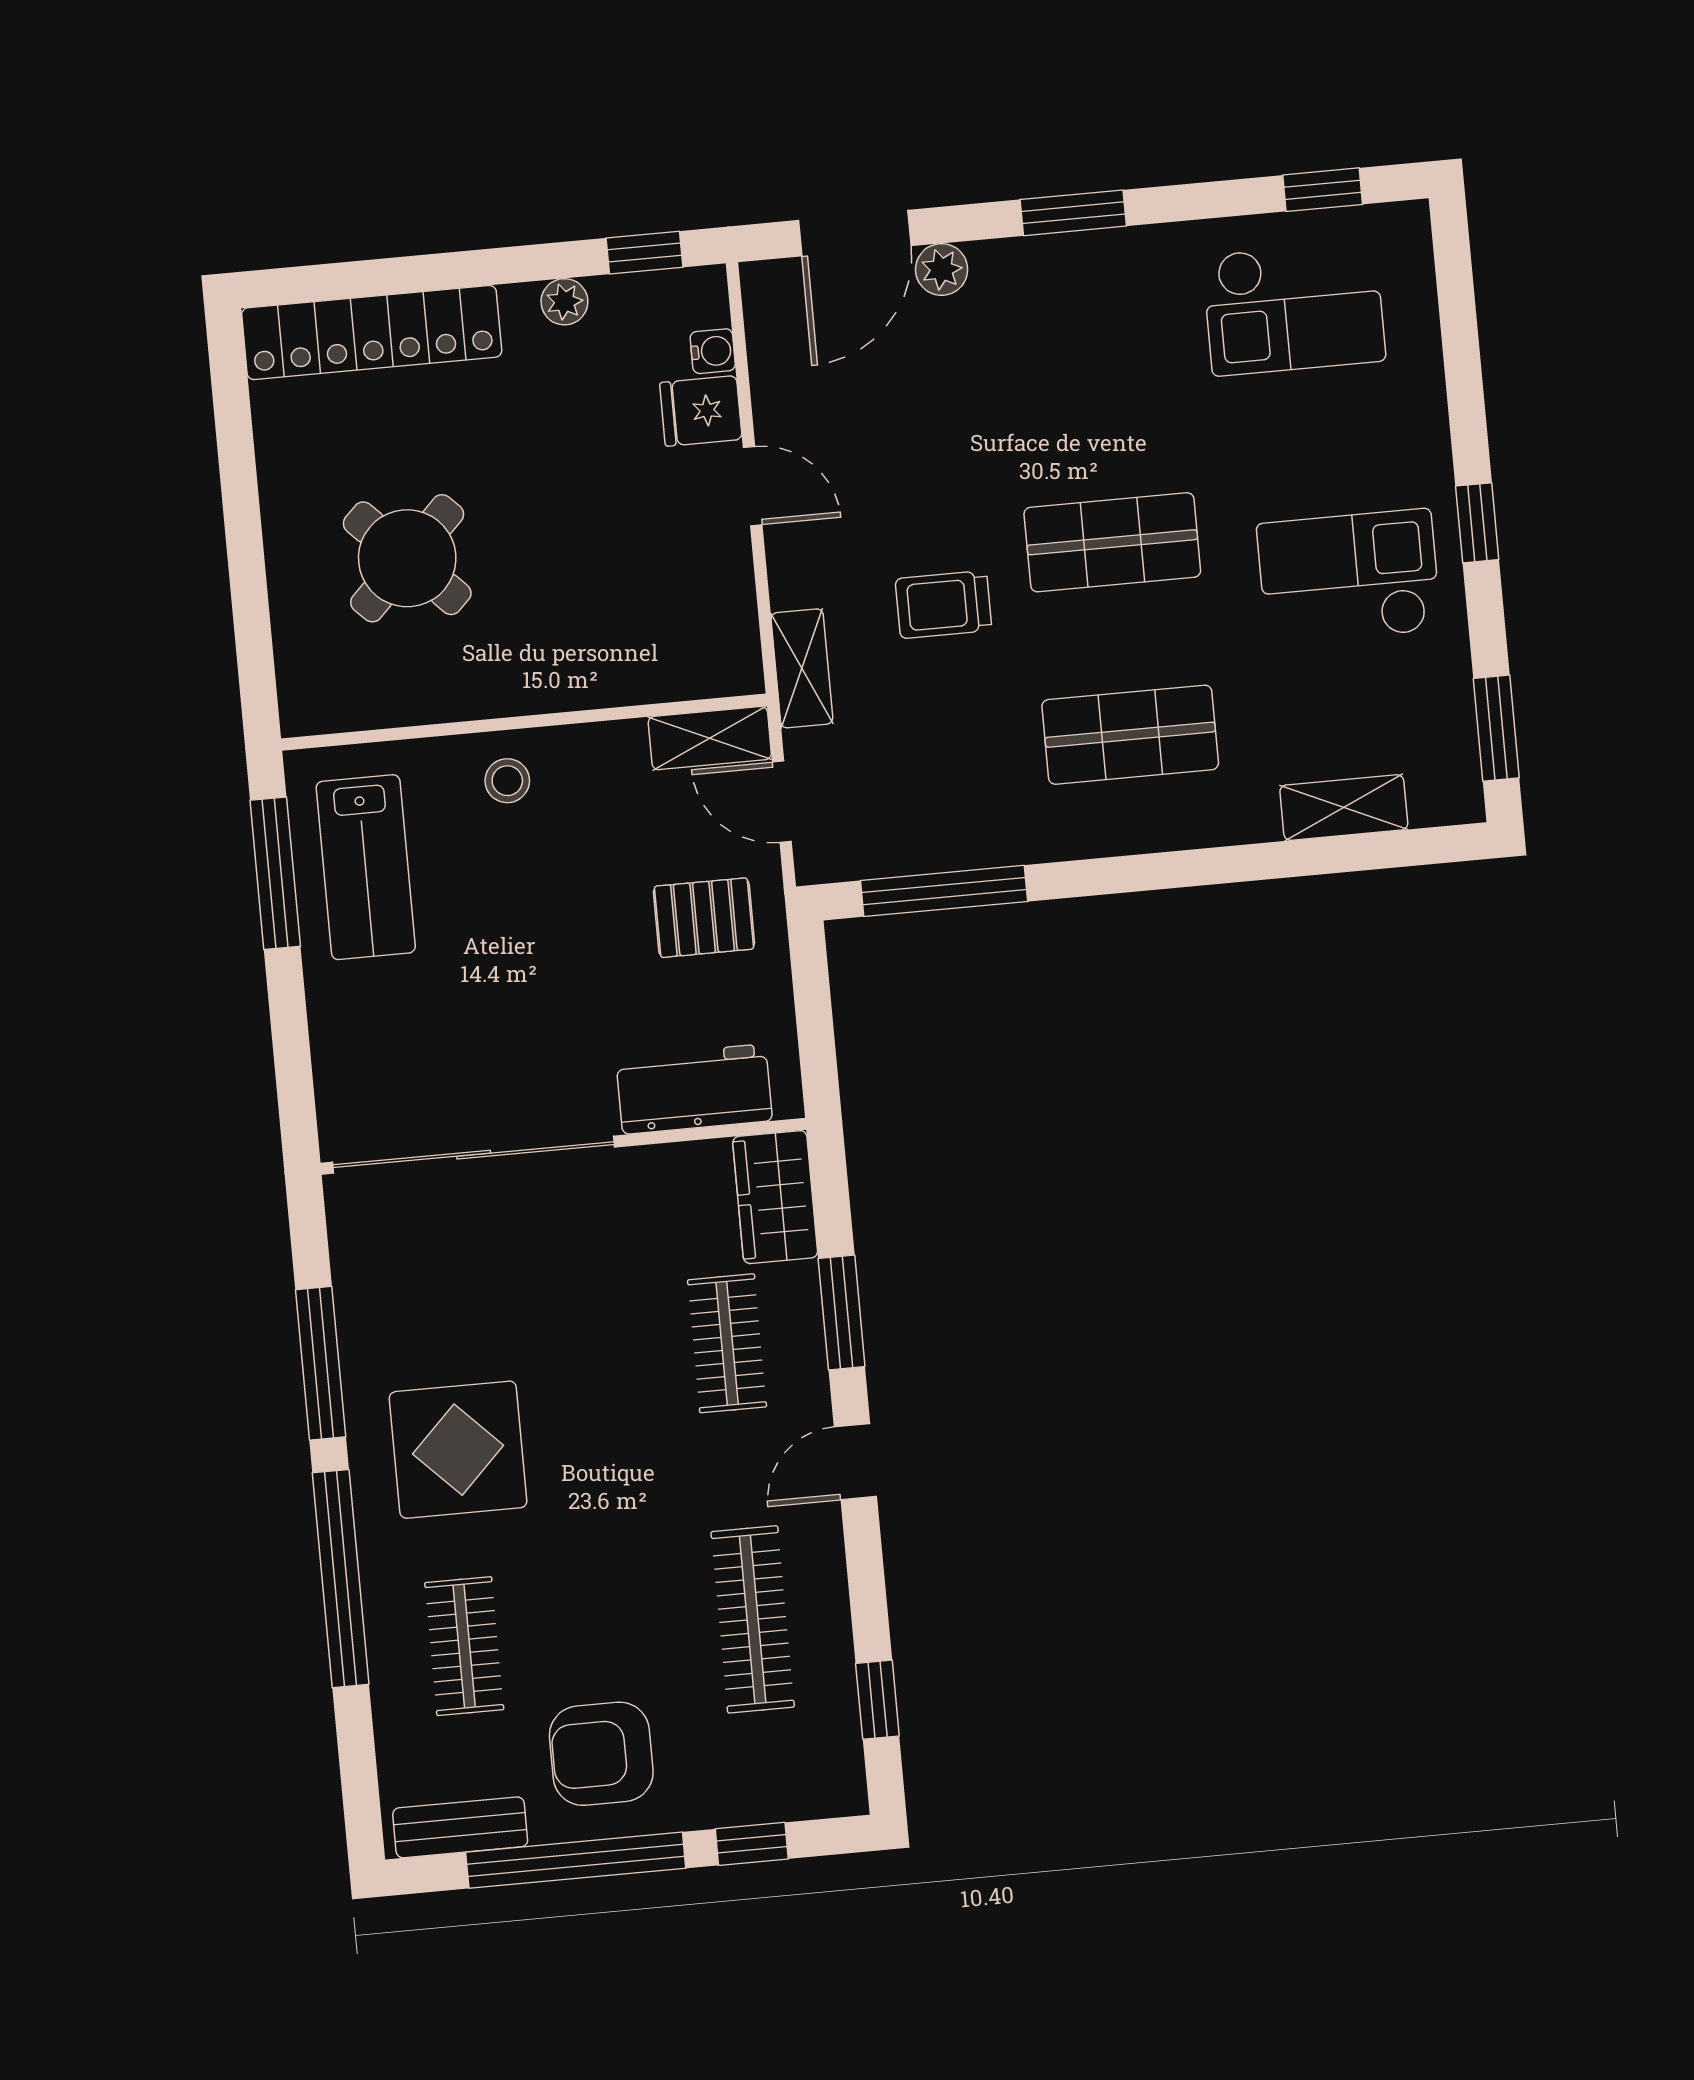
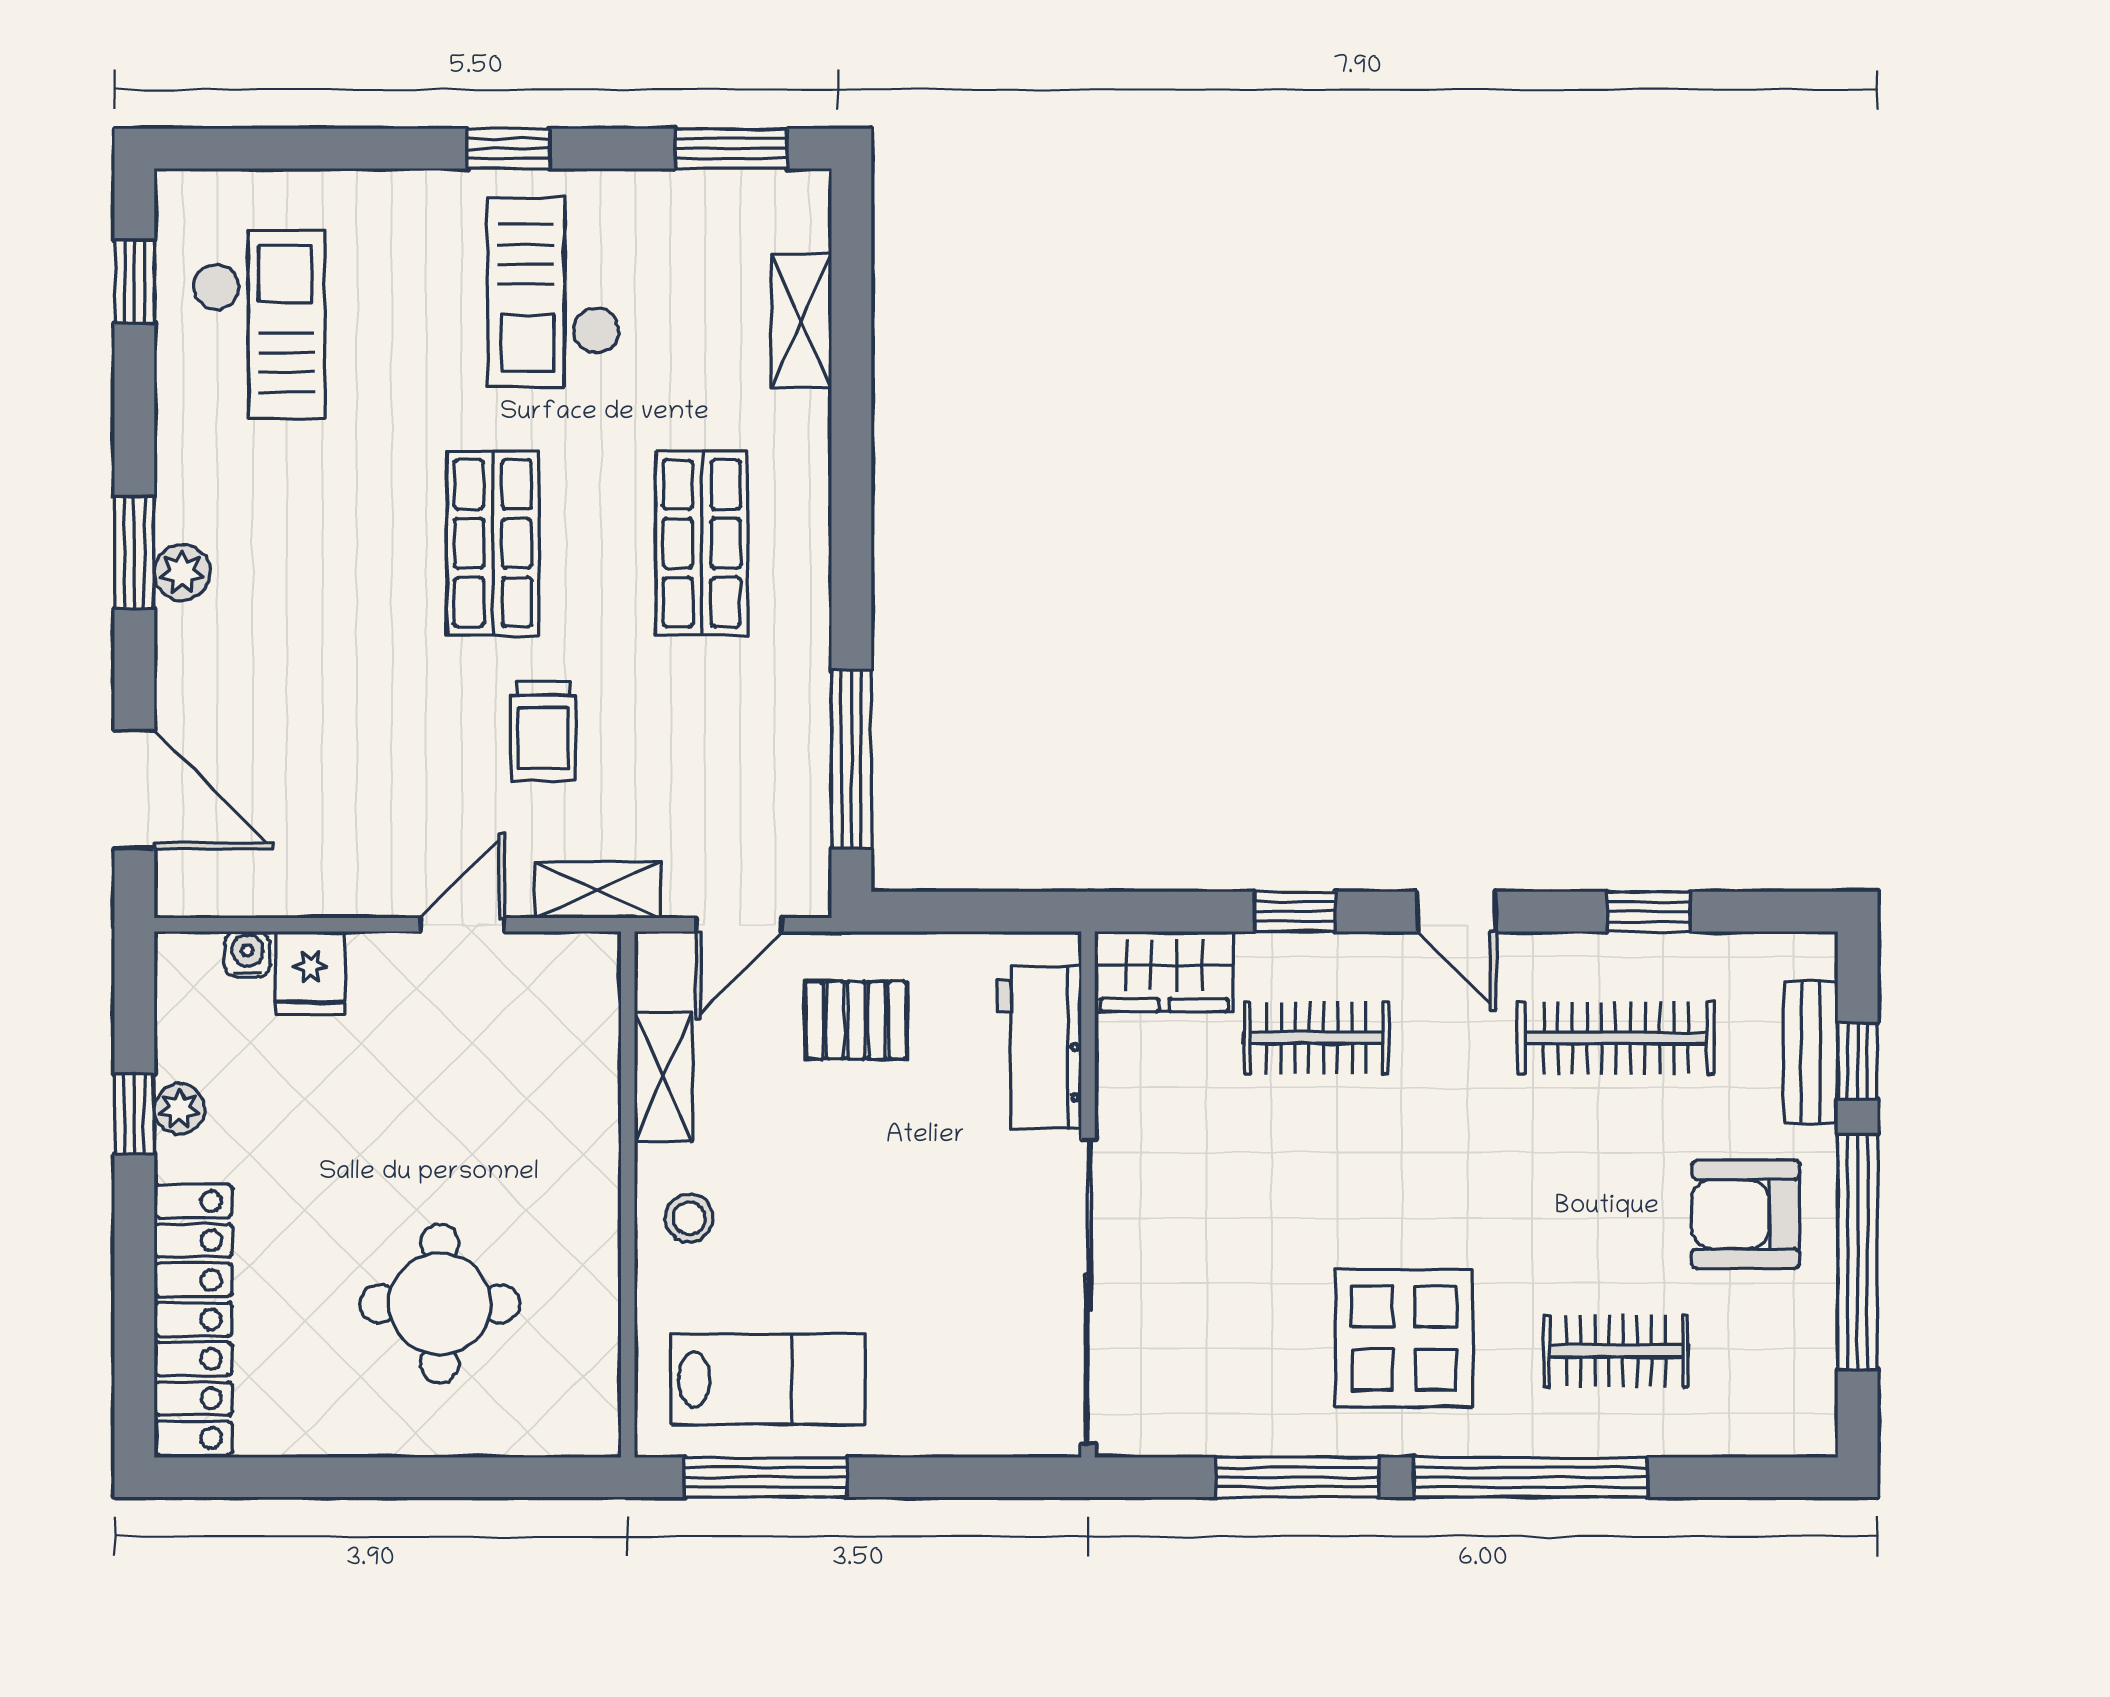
window: (645, 253) -> (134, 1114), moved
plant: (942, 269) -> (182, 572), moved
door: (753, 486) -> (462, 925), moved
round table: (407, 558) -> (440, 1304), turned 45
shelving: (710, 738) -> (663, 1077), moved
pallet: (704, 918) -> (856, 1020), turned 90
window: (842, 1313) -> (1295, 912), width x0.67
window: (877, 1700) -> (1649, 912), moved
armchair: (601, 1754) -> (1746, 1214), turned 90
bench: (460, 1827) -> (1811, 1052), moved

